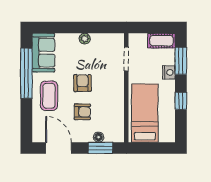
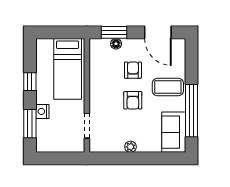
cot: (161, 41) -> (50, 145), removed
coffee table: (49, 96) -> (168, 87), turned 90
armchair: (82, 112) -> (133, 70), turned 90

